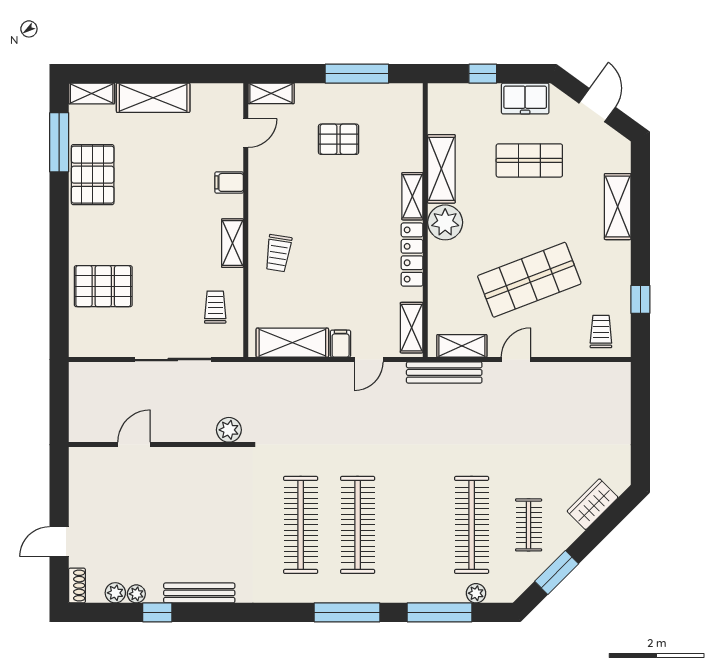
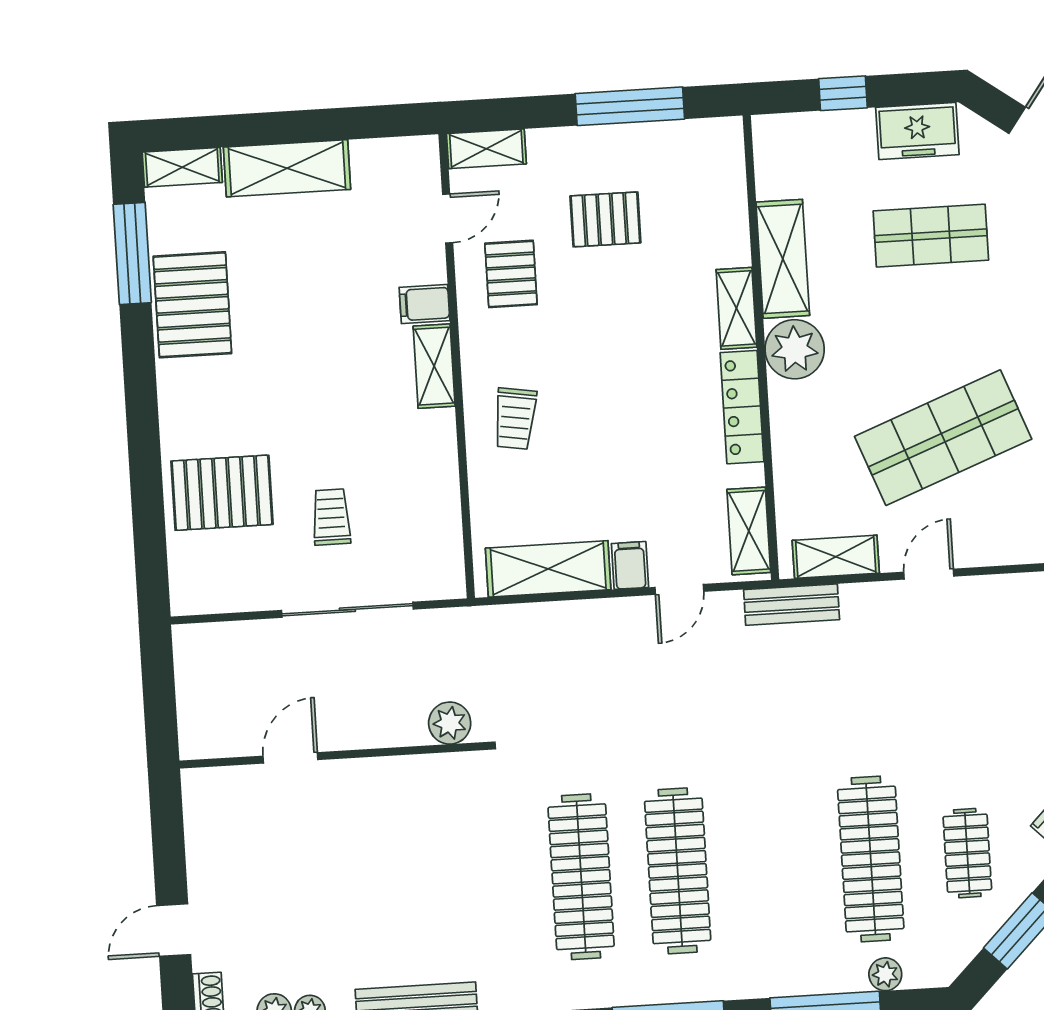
pallet: (281, 168) -> (511, 274), added
shelving: (232, 243) -> (434, 366), moved
trolley: (215, 307) -> (331, 517), moved
bench: (444, 372) -> (792, 605), width x0.73

